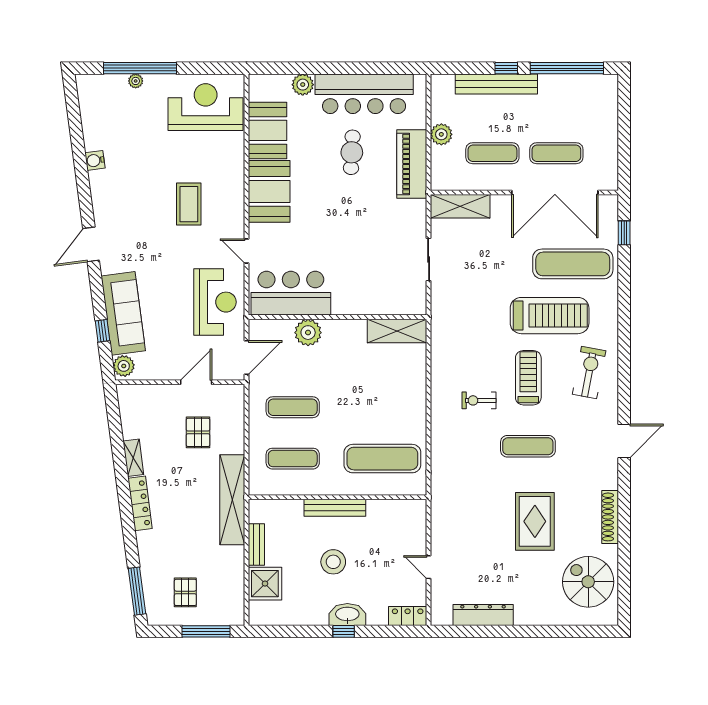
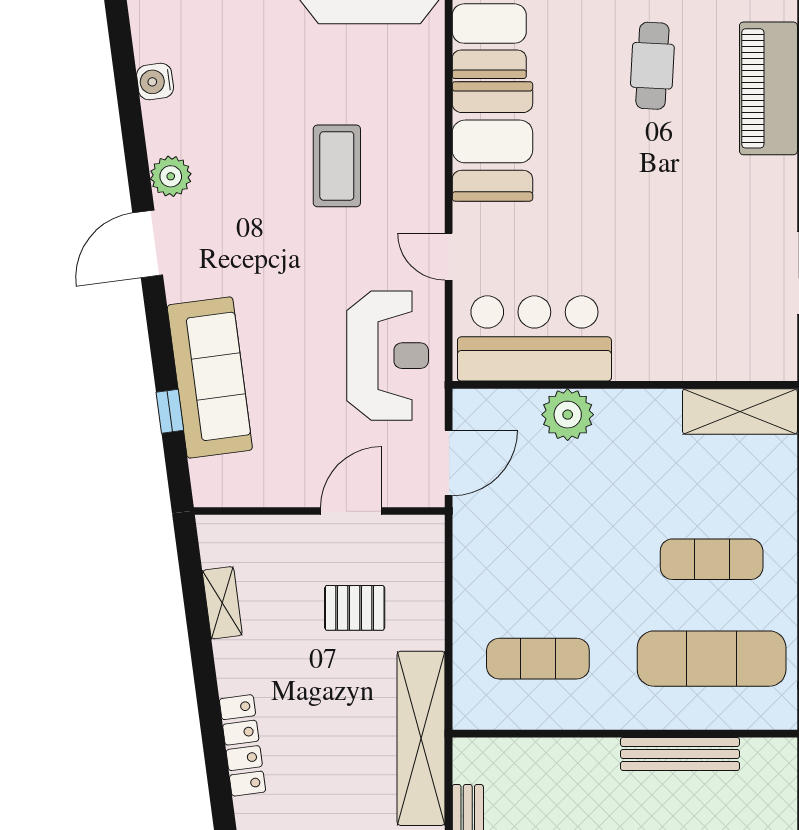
plant: (124, 366) -> (171, 176), moved
exercise mat: (293, 407) -> (712, 559), moved
pallet: (198, 432) -> (355, 608), turned 90
shelving: (133, 458) -> (222, 603), moved
bench: (335, 508) -> (680, 754), moved

